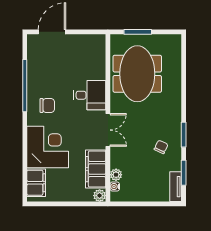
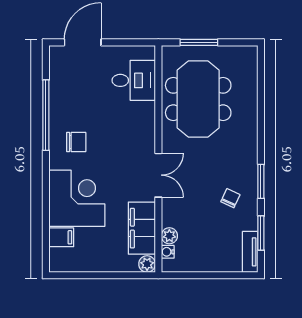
desk: (90, 95) -> (134, 80), moved
filing cabinet: (36, 183) -> (61, 237), width x0.50

